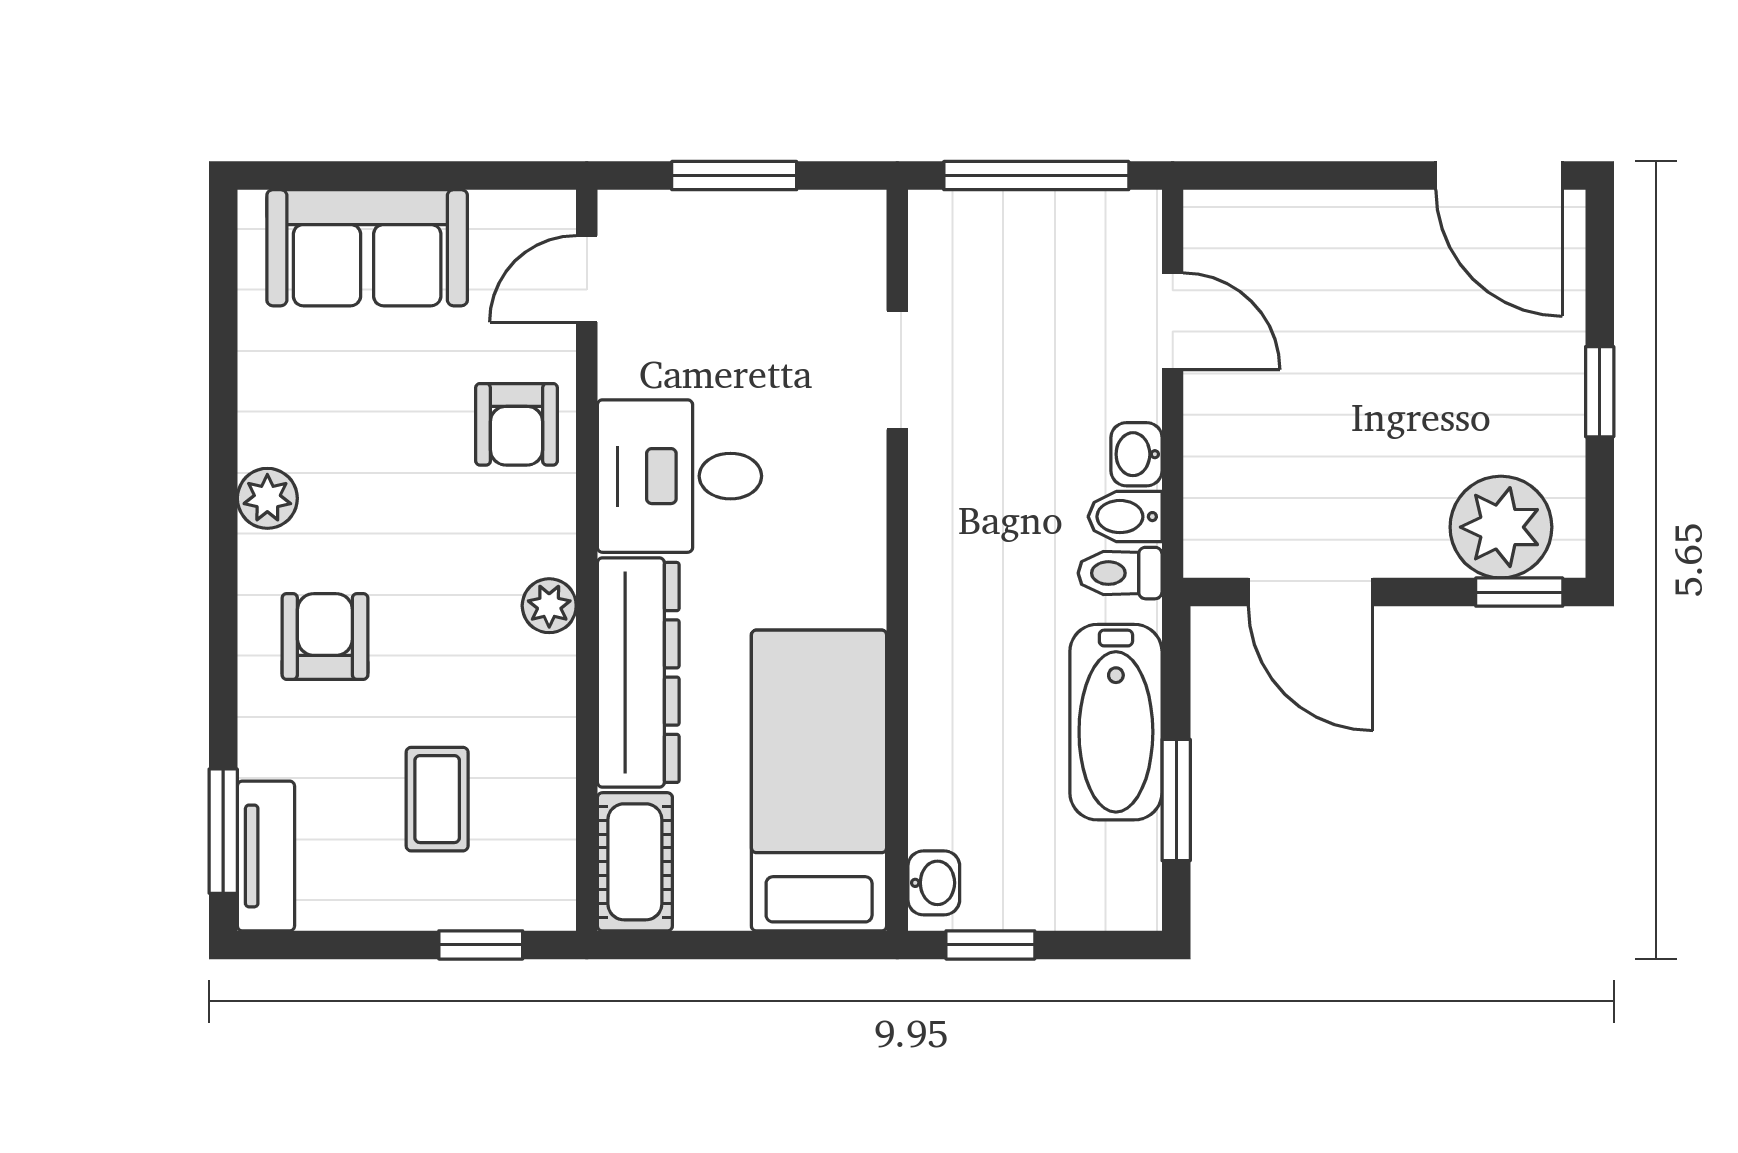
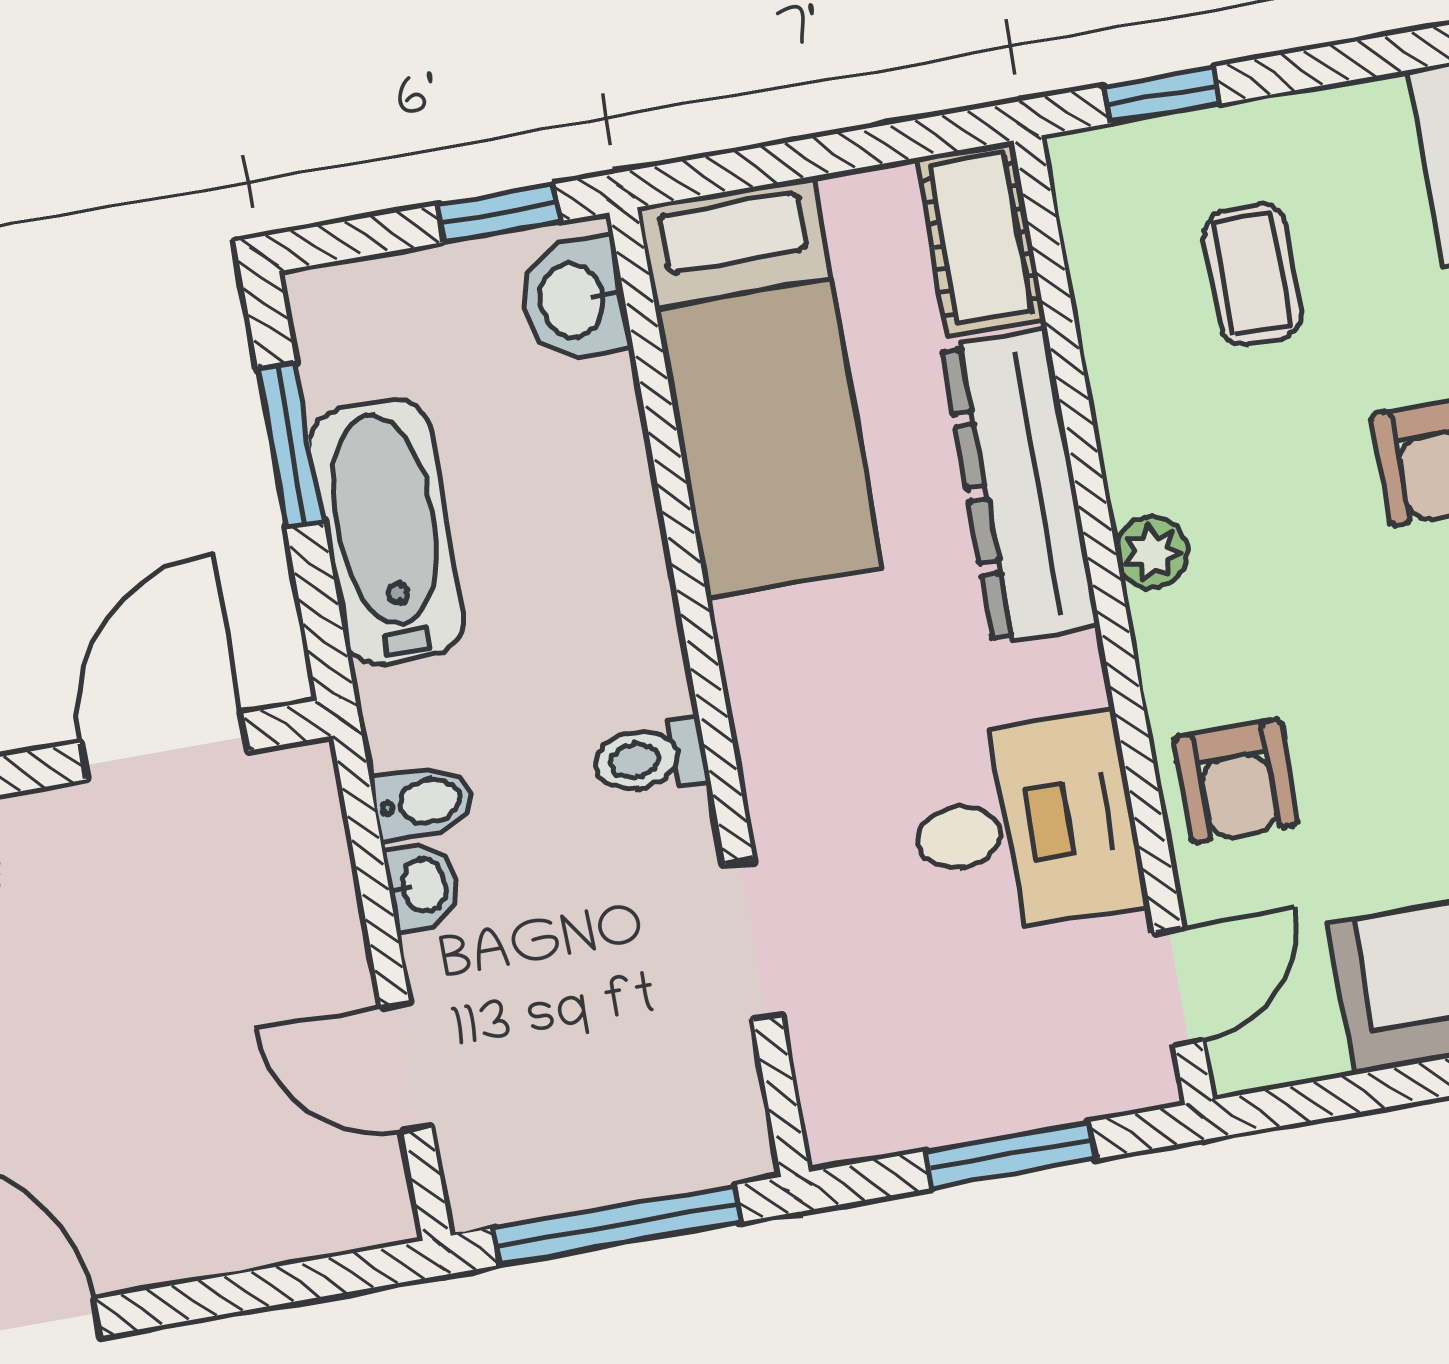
armchair: (517, 424) -> (1236, 781), turned 180
desk: (679, 476) -> (1025, 826), moved
toilet: (1120, 573) -> (650, 758), moved, turned 180
door: (1311, 592) -> (164, 747), hinge flipped
washbasin: (934, 883) -> (575, 300), width x1.38, depth x1.45

